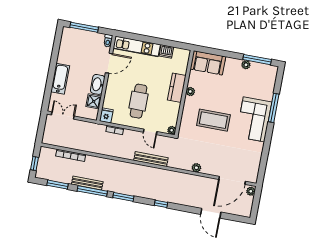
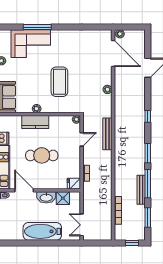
bathtub: (60, 79) -> (42, 231), width x1.36, depth x1.36
cafe table: (139, 101) -> (42, 155), moved
corner sofa: (254, 119) -> (31, 44), moved

